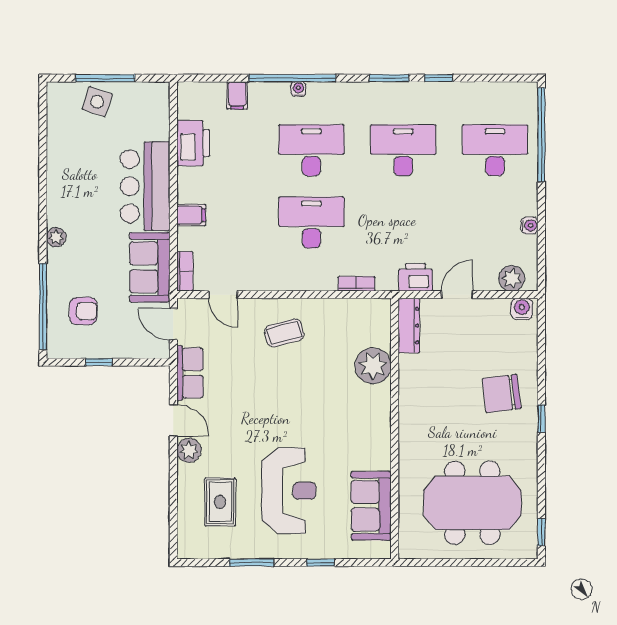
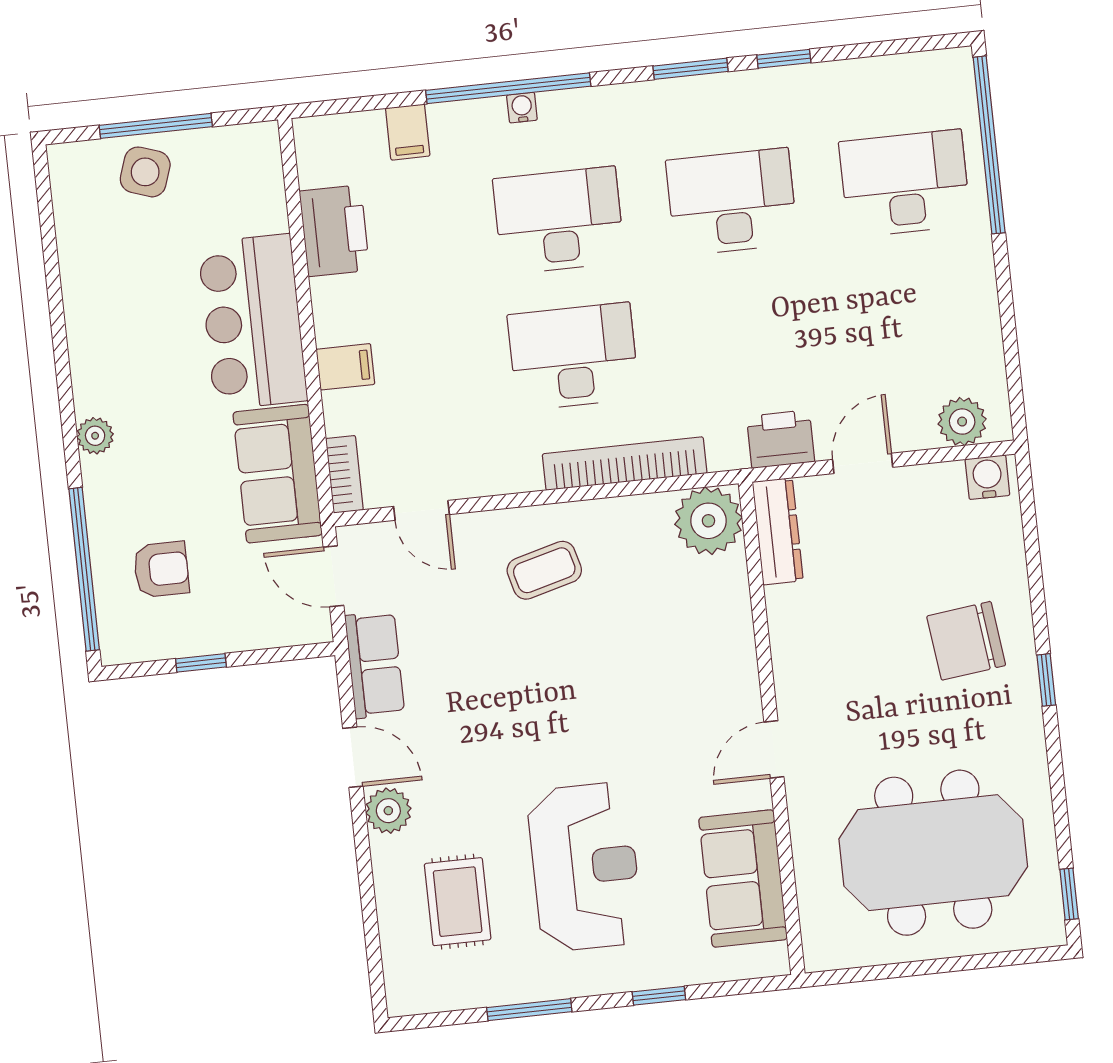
water cooler: (529, 226) -> (985, 318), removed
bookcase: (357, 284) -> (625, 464), width x2.31, depth x1.31
plant: (373, 366) -> (708, 521), moved
door: (395, 440) -> (774, 749), added

